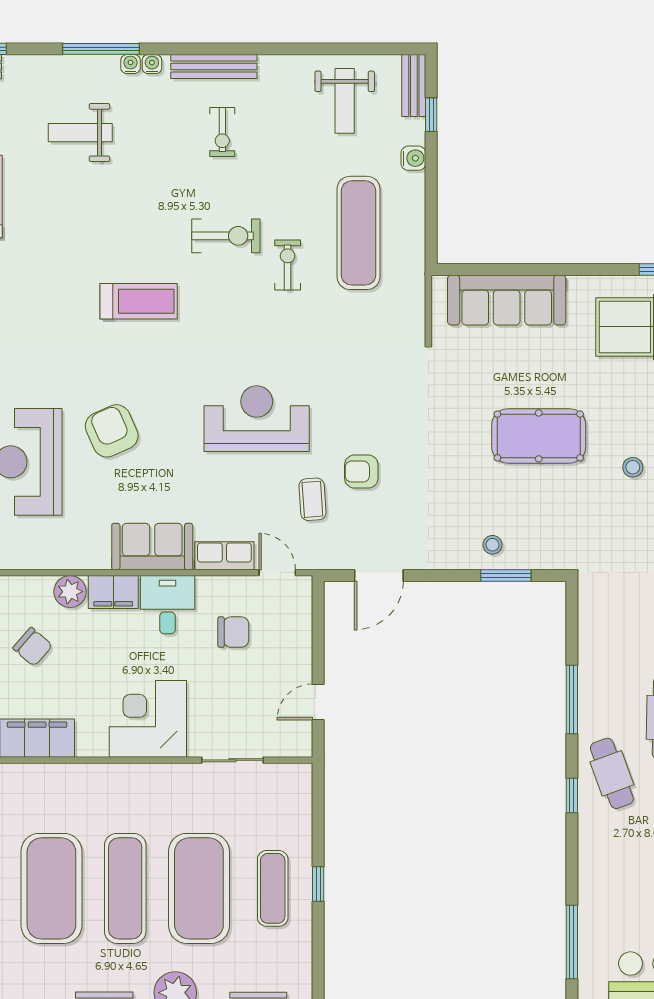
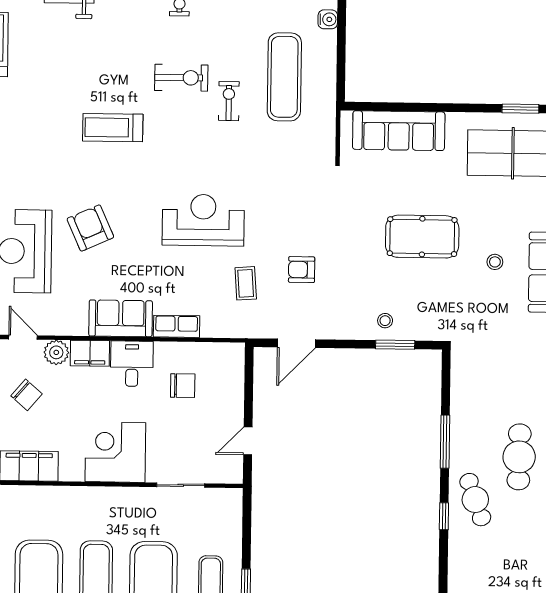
treadmill: (139, 301) -> (113, 128), turned 180
armchair: (361, 472) -> (302, 270), moved
door: (277, 573) -> (23, 337), moved

